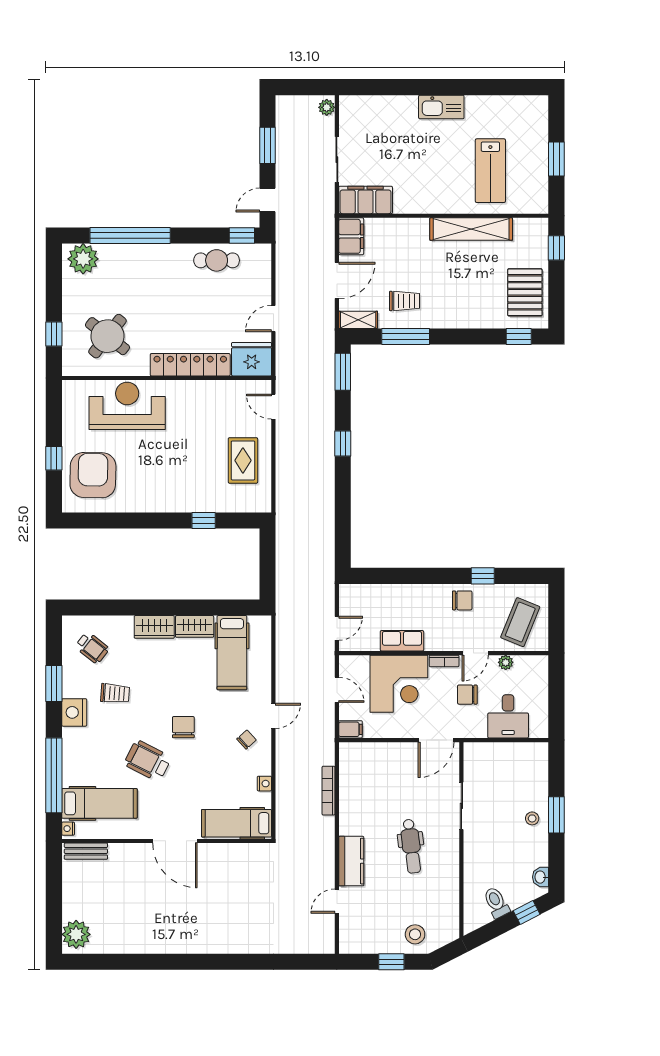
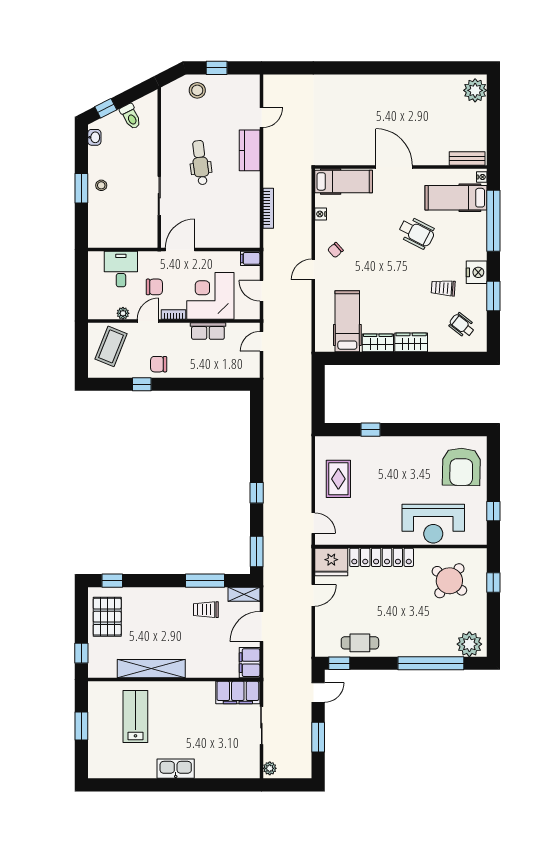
window: (54, 458) -> (493, 511), moved
chair: (183, 727) -> (387, 260), removed

